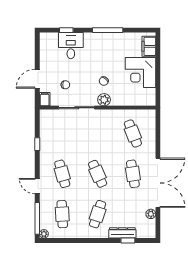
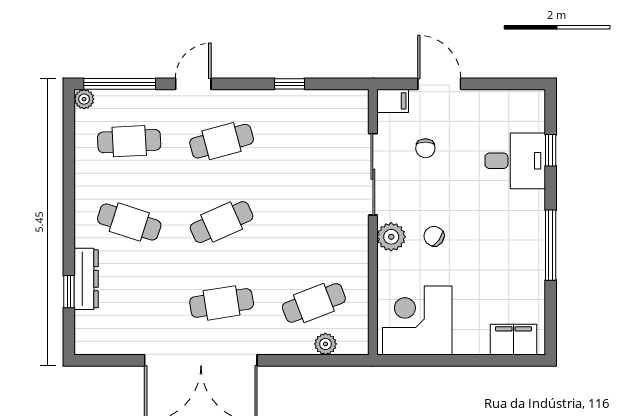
corner desk: (141, 72) -> (417, 320), moved
plant: (151, 214) -> (325, 344), moved

